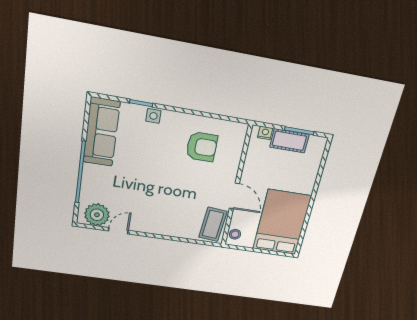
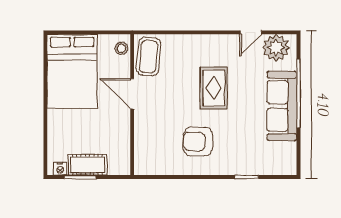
side table: (153, 116) -> (232, 166), removed
sofa: (102, 132) -> (282, 106), moved
nightstand: (265, 133) -> (60, 169), moved
armchair: (202, 147) -> (198, 141), moved
rug: (159, 189) -> (214, 88), added

